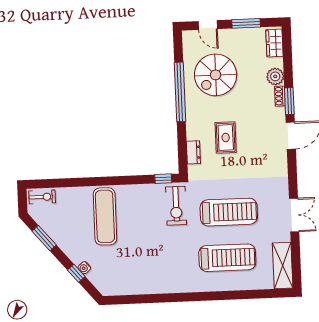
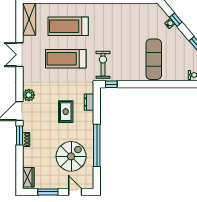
plant: (275, 76) -> (29, 95), moved

